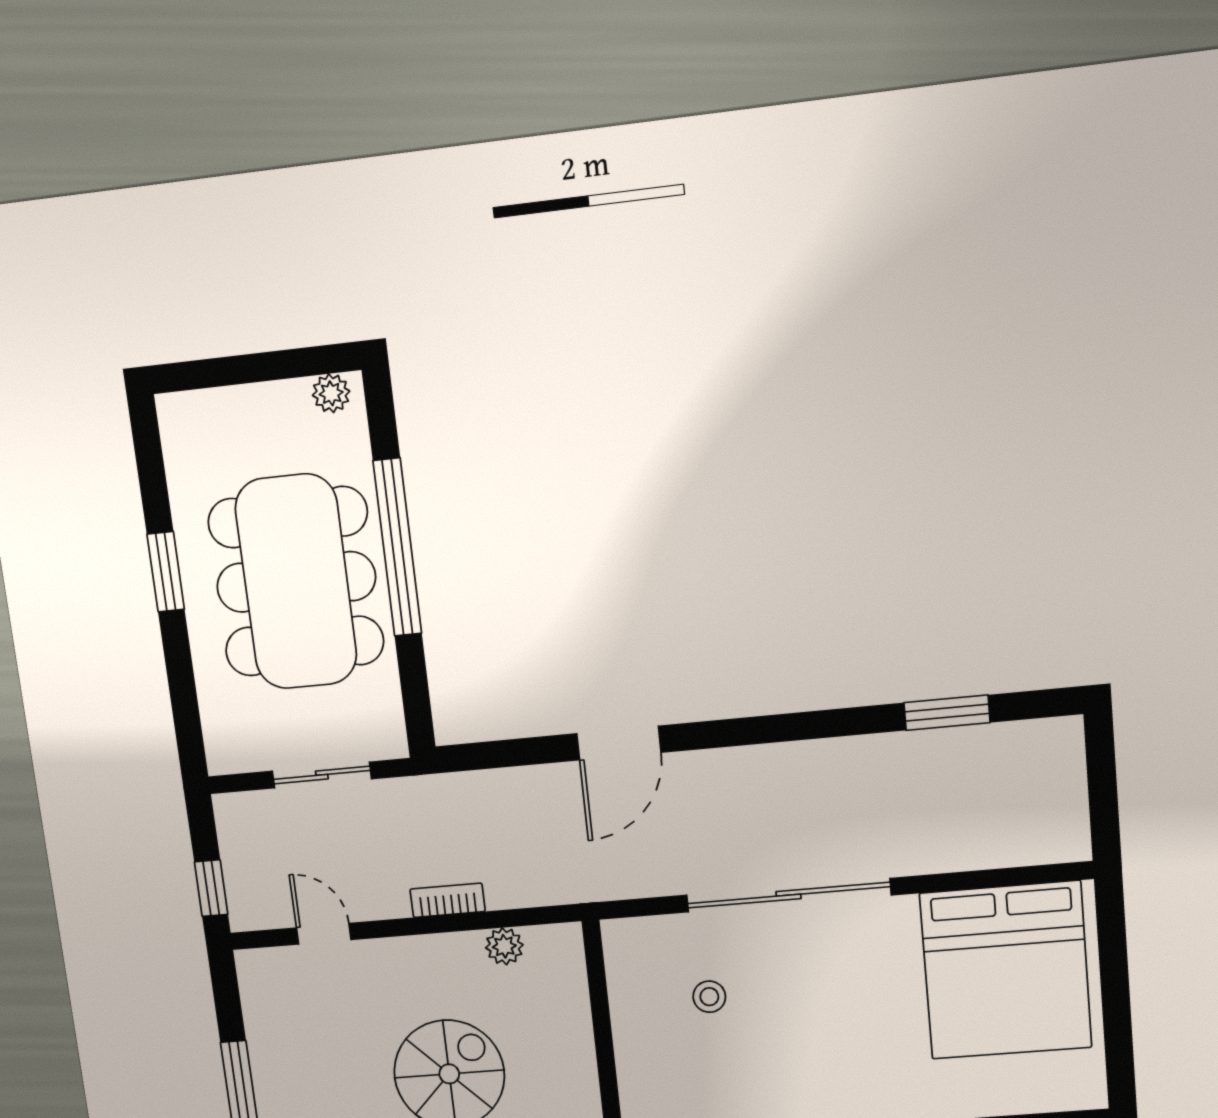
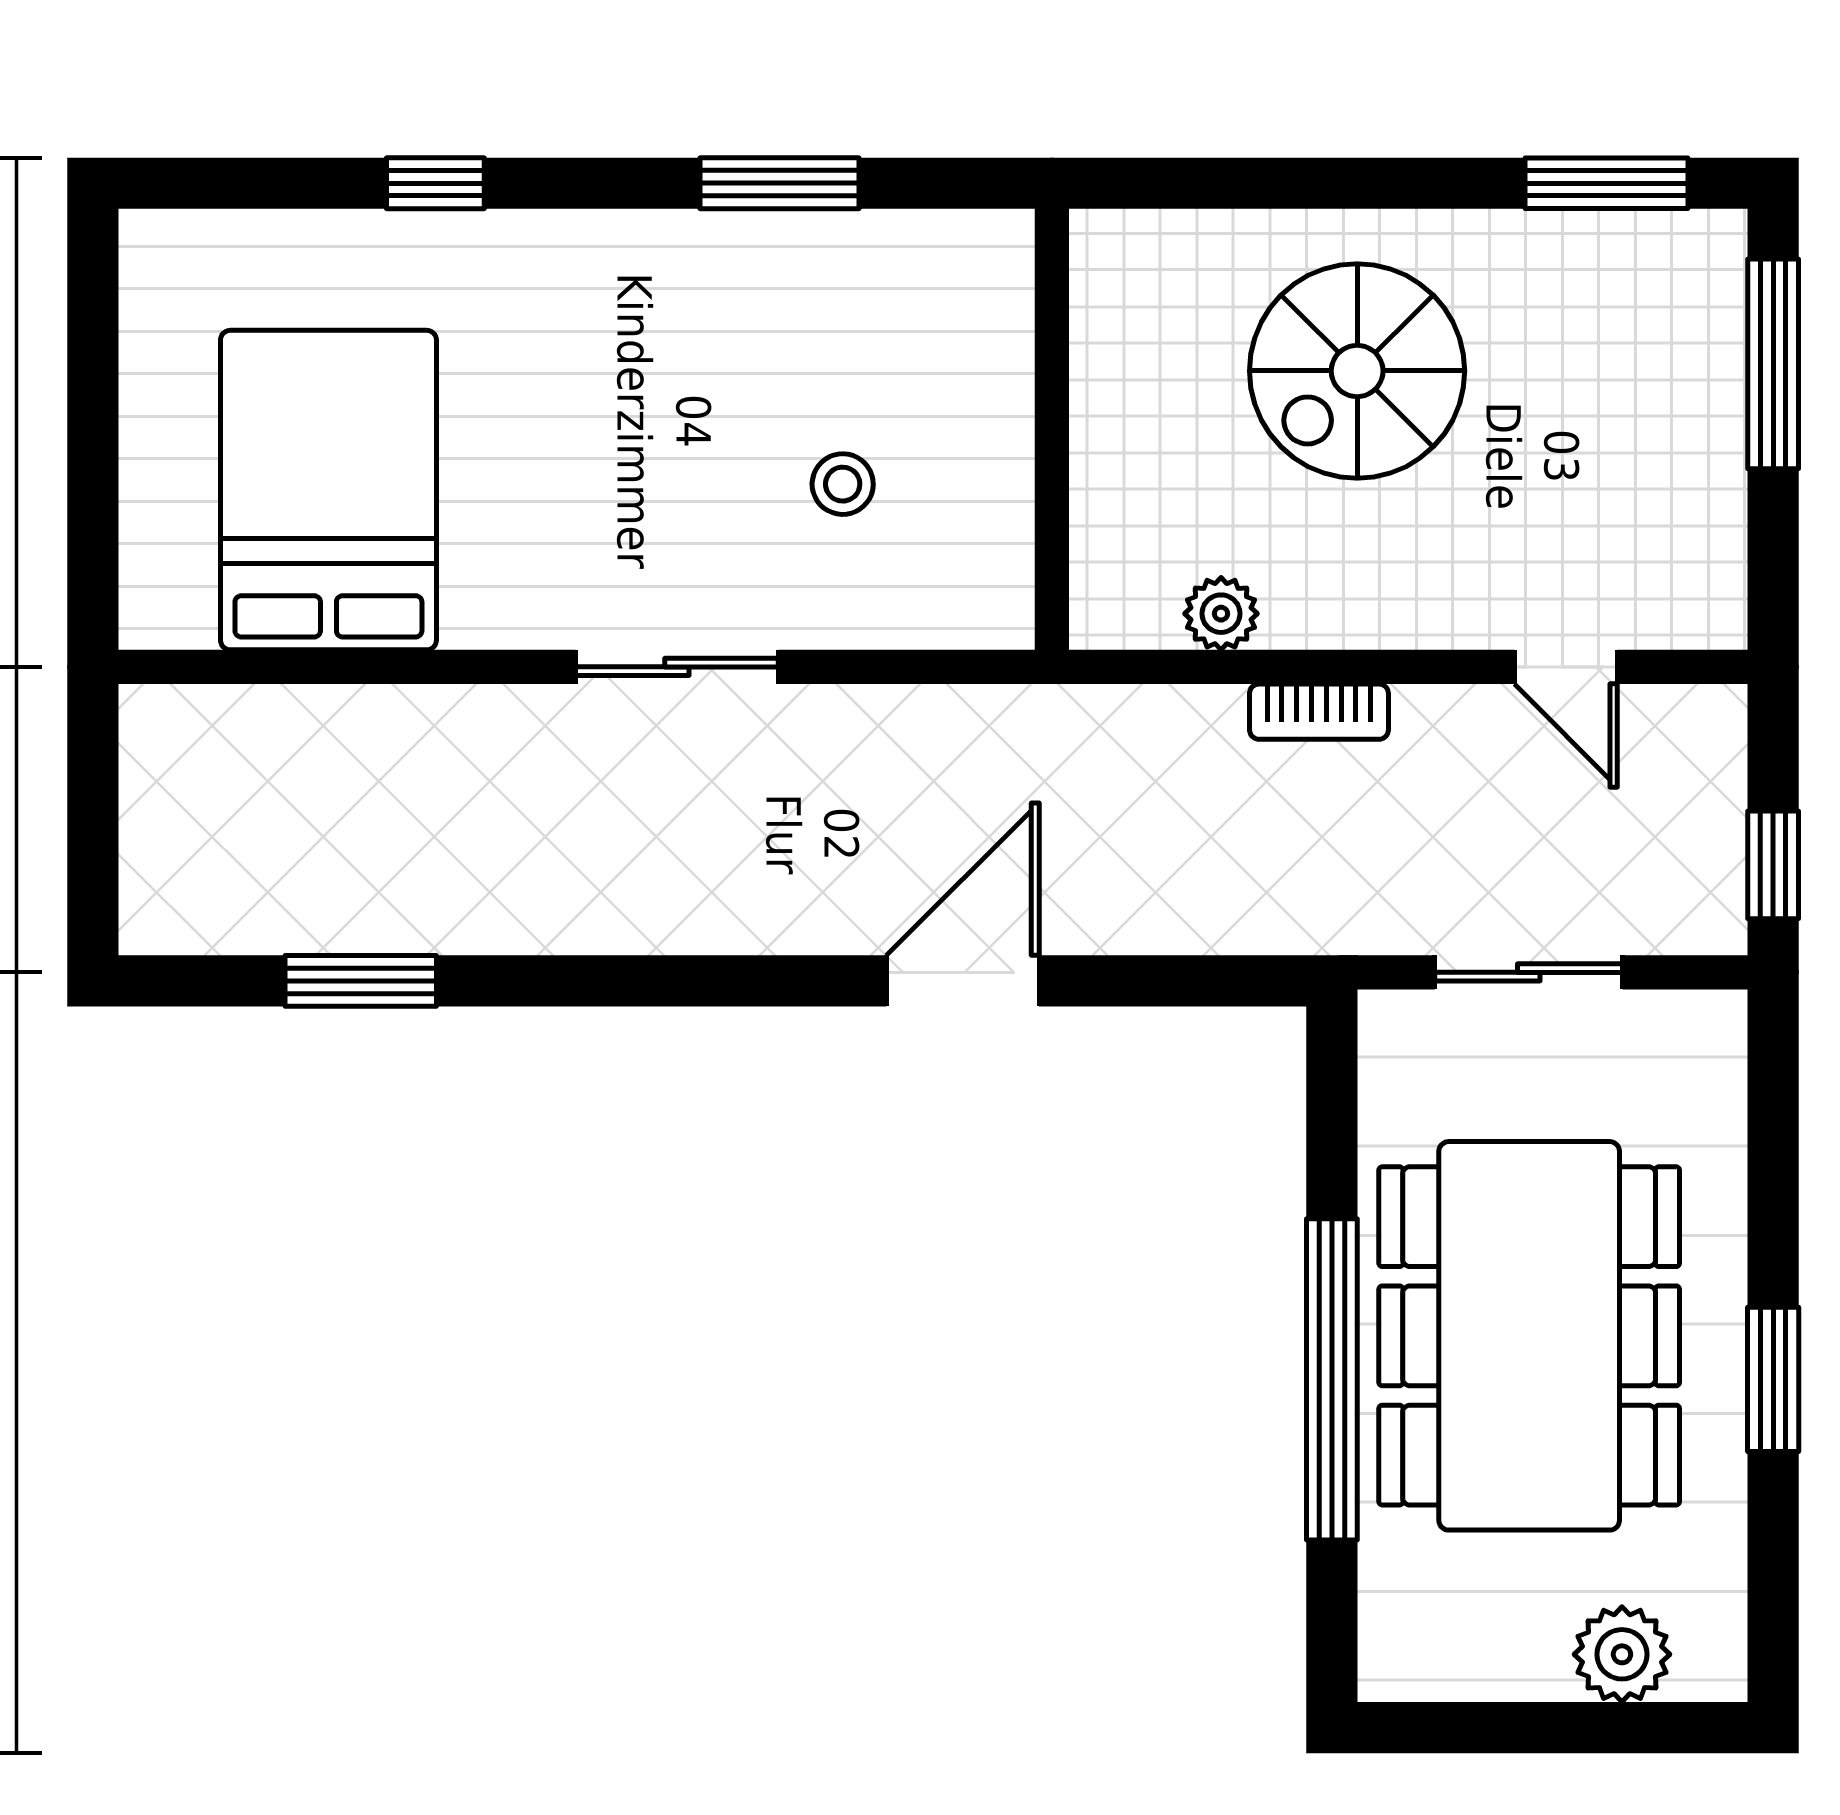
plant: (331, 393) -> (1622, 1654), moved, width x1.38, depth x1.38
window: (211, 888) -> (1773, 865), moved
sliding door: (788, 895) -> (677, 667), width x0.54
bed: (1006, 971) -> (328, 490), width x0.73

